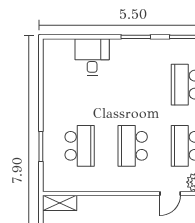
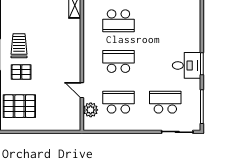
desk: (92, 57) -> (187, 65), moved

